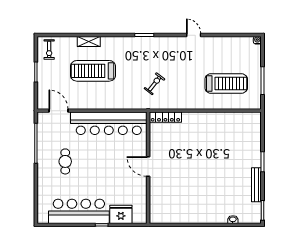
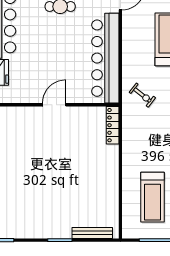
exercise bike: (154, 84) -> (142, 95), moved
bench: (256, 185) -> (92, 233), moved

